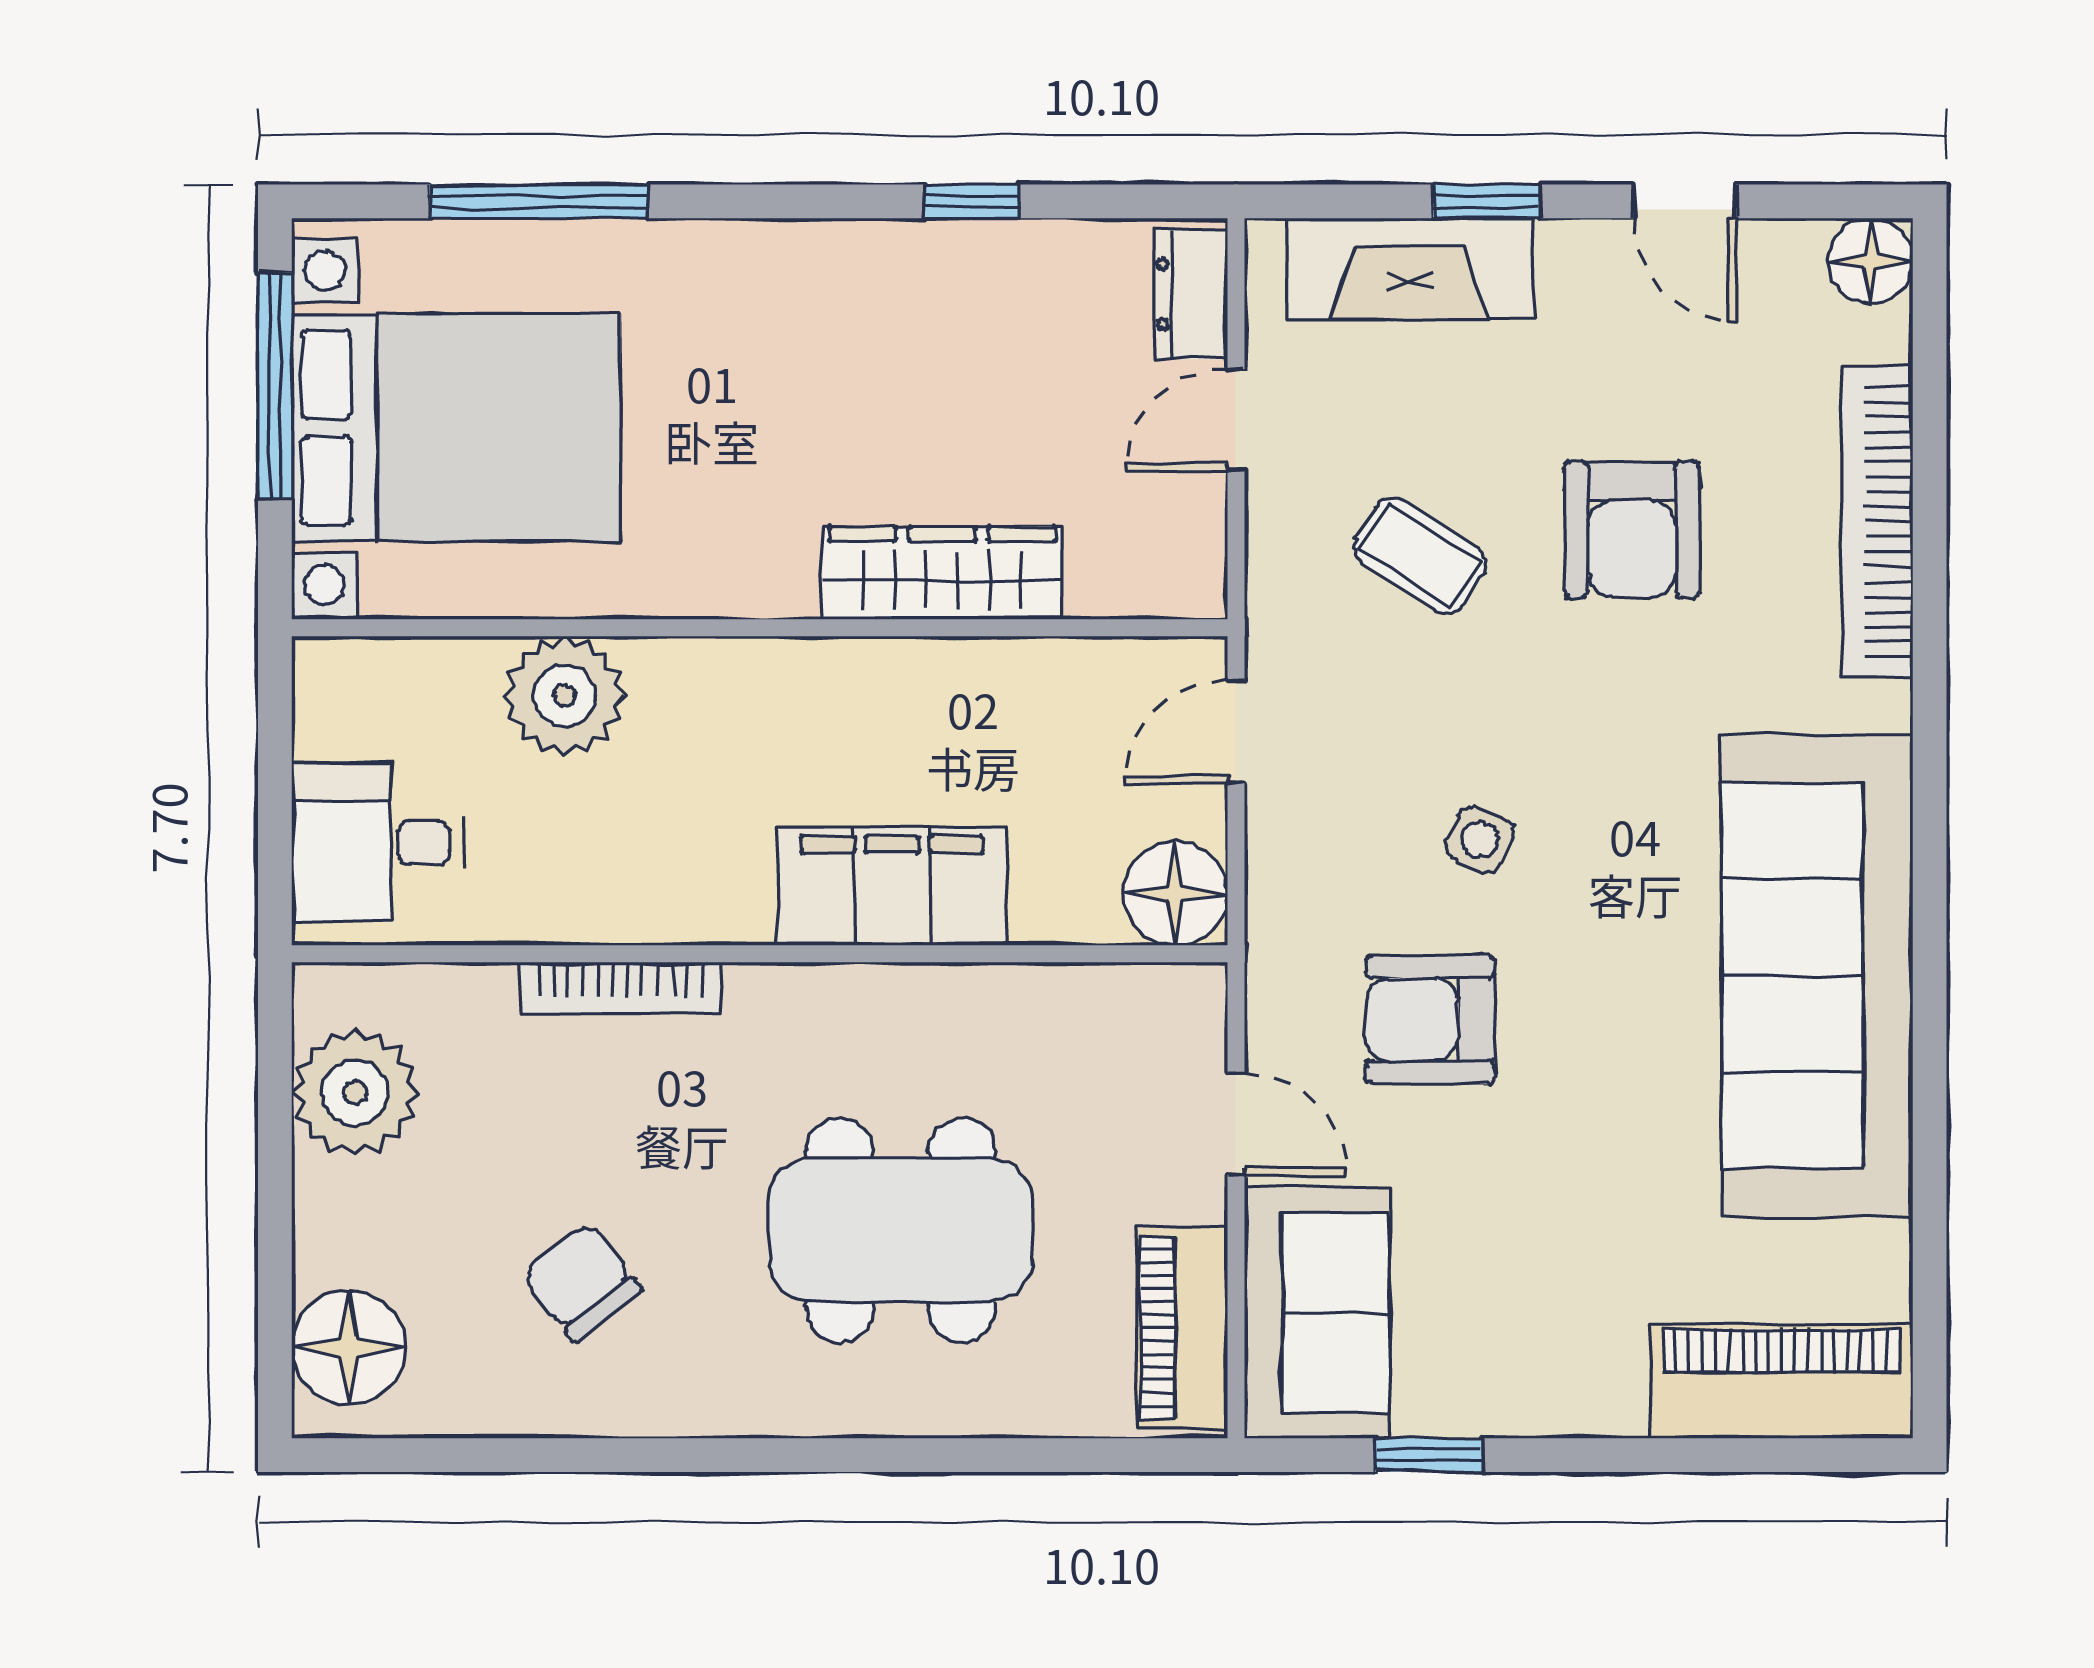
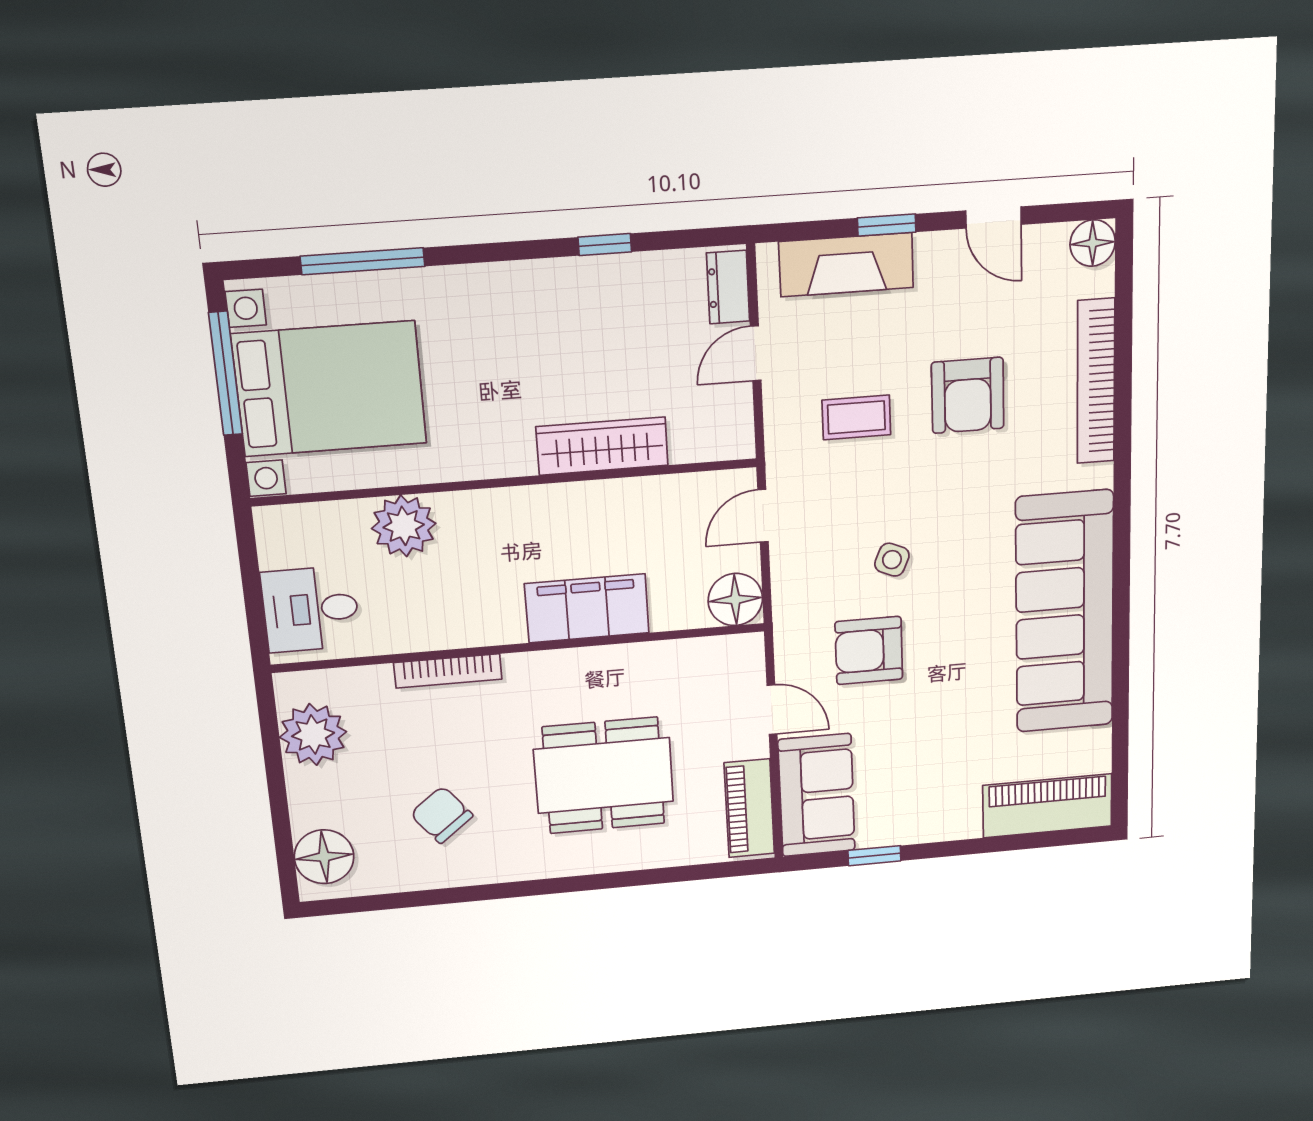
coffee table: (1420, 556) -> (856, 417), turned -33

